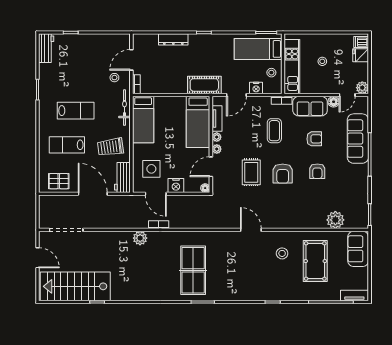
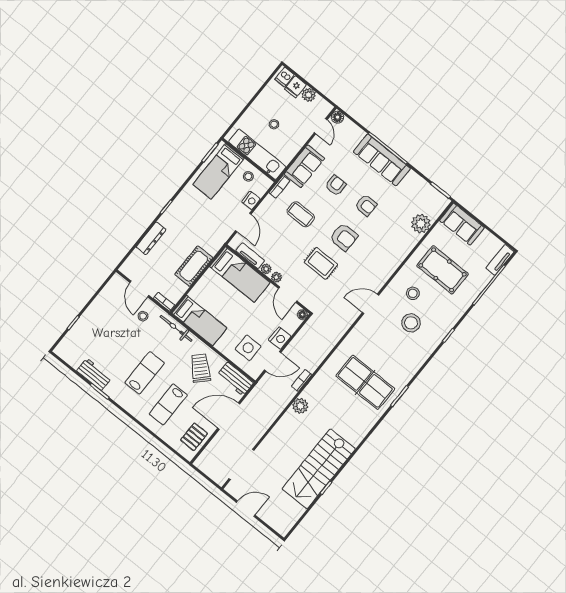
workbench: (46, 48) -> (94, 374), moved
cot: (204, 85) -> (194, 266), moved
plant: (362, 88) -> (309, 95), moved
floor lamp: (334, 102) -> (338, 117), moved
sofa: (358, 139) -> (382, 160), moved
trolley: (110, 147) -> (200, 368), turned 142
stool: (260, 269) -> (411, 323), added
stairs: (75, 286) -> (319, 469), moved

